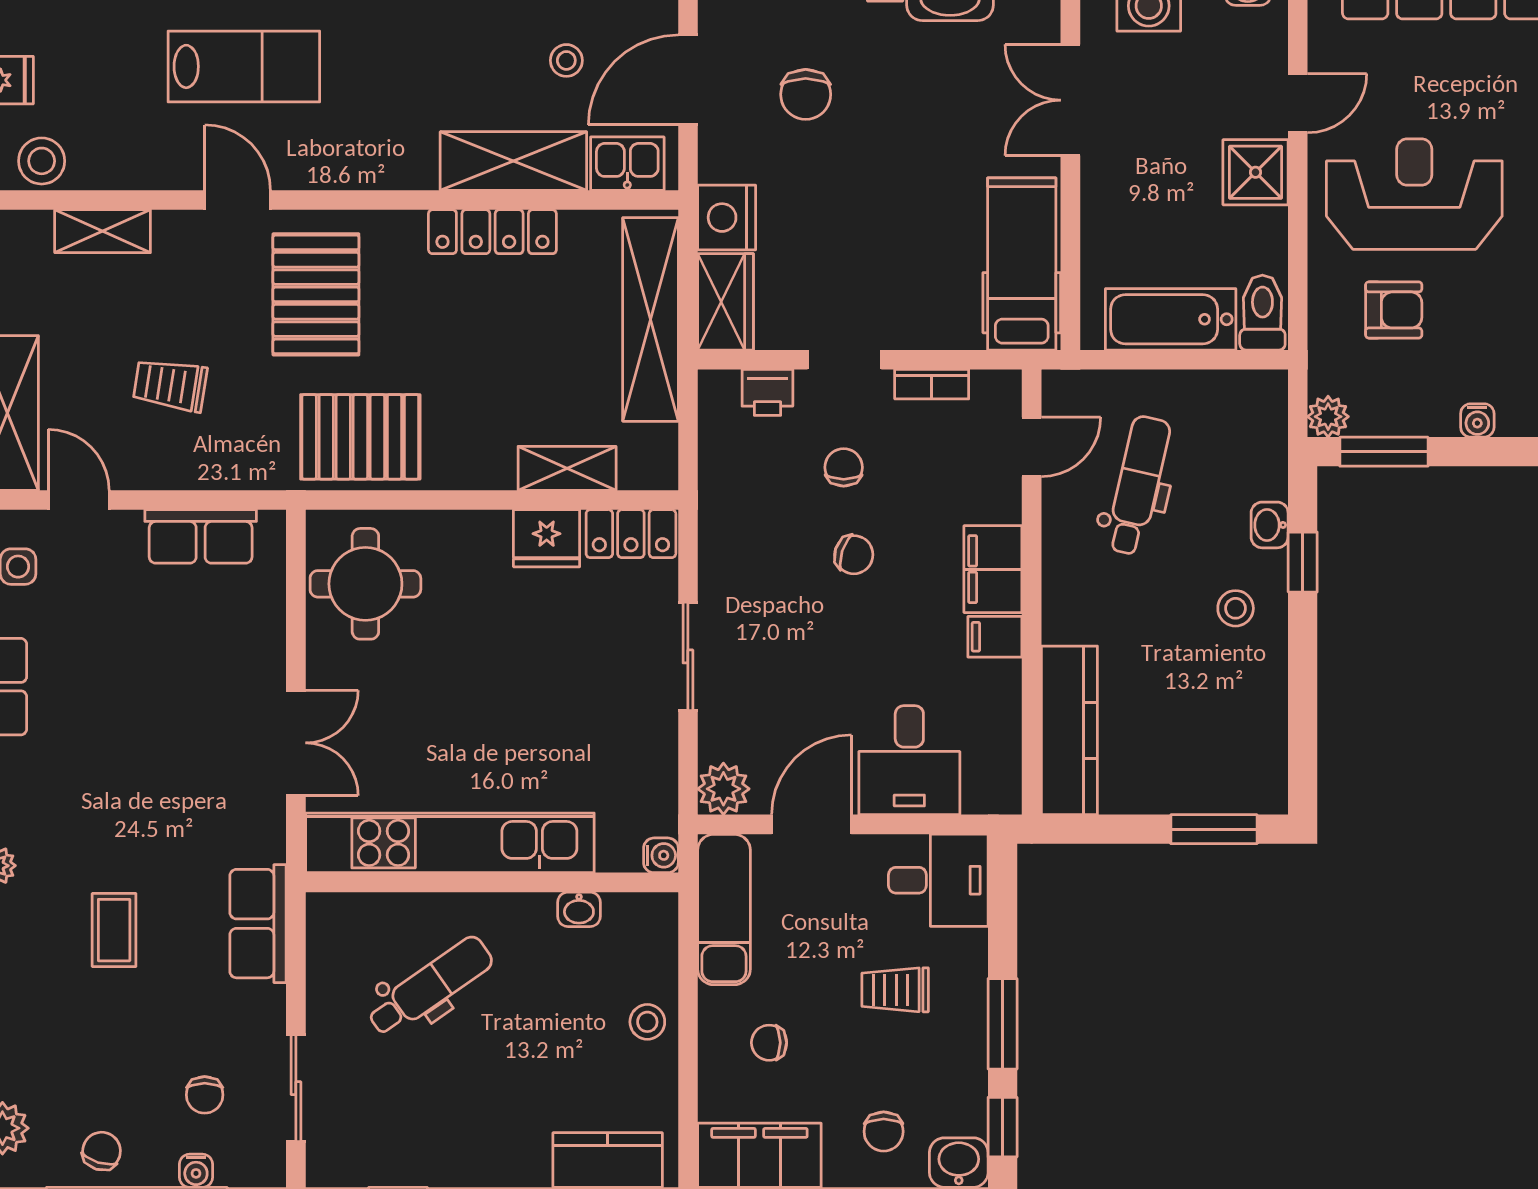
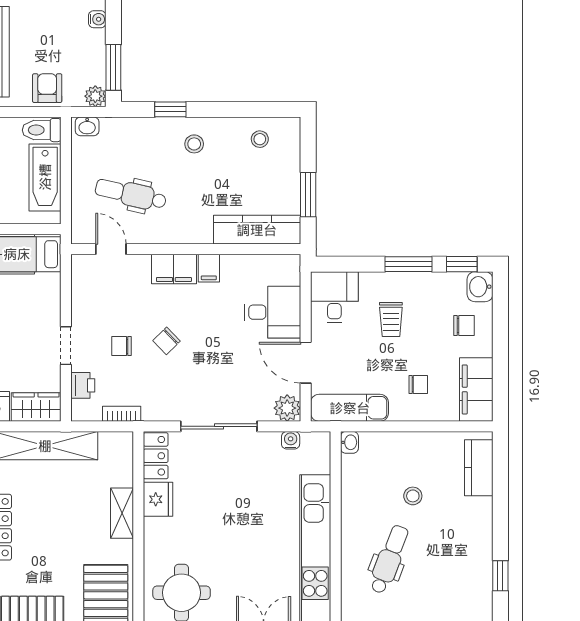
armchair: (1394, 310) -> (47, 88), moved
bookcase: (932, 384) -> (122, 414), moved, turned -90
shelving: (567, 468) -> (122, 513), moved
washbasin: (1270, 525) -> (87, 126), moved
chair: (854, 555) -> (166, 341), turned -152
sliding door: (688, 656) -> (219, 426), width x1.37
stool: (1245, 736) -> (260, 139), added
window: (1214, 829) -> (308, 195), moved
water cooler: (661, 855) -> (291, 440), moved
washbasin: (579, 909) -> (349, 442), moved
dental chair: (430, 986) -> (389, 559), turned 56
stool: (647, 1022) -> (413, 496), moved
chair: (769, 1043) -> (418, 385), turned -90

